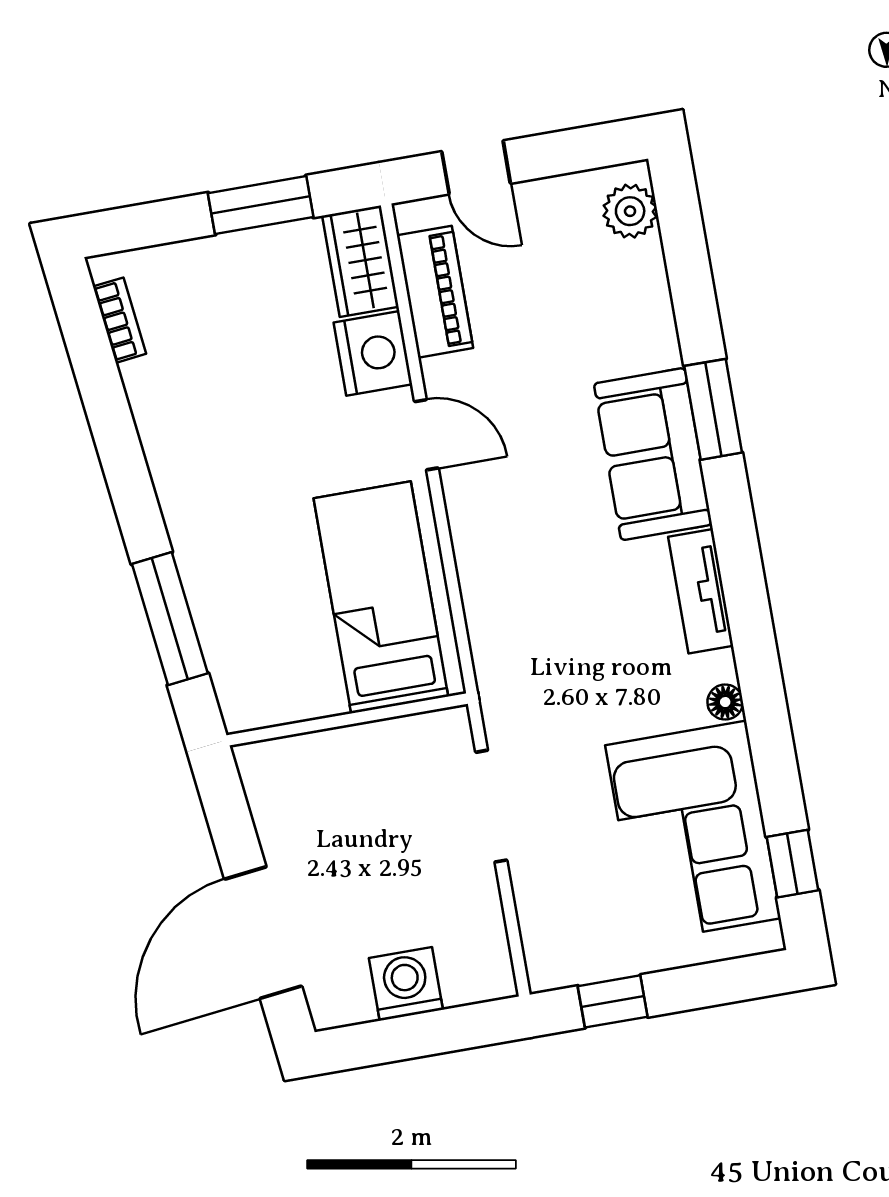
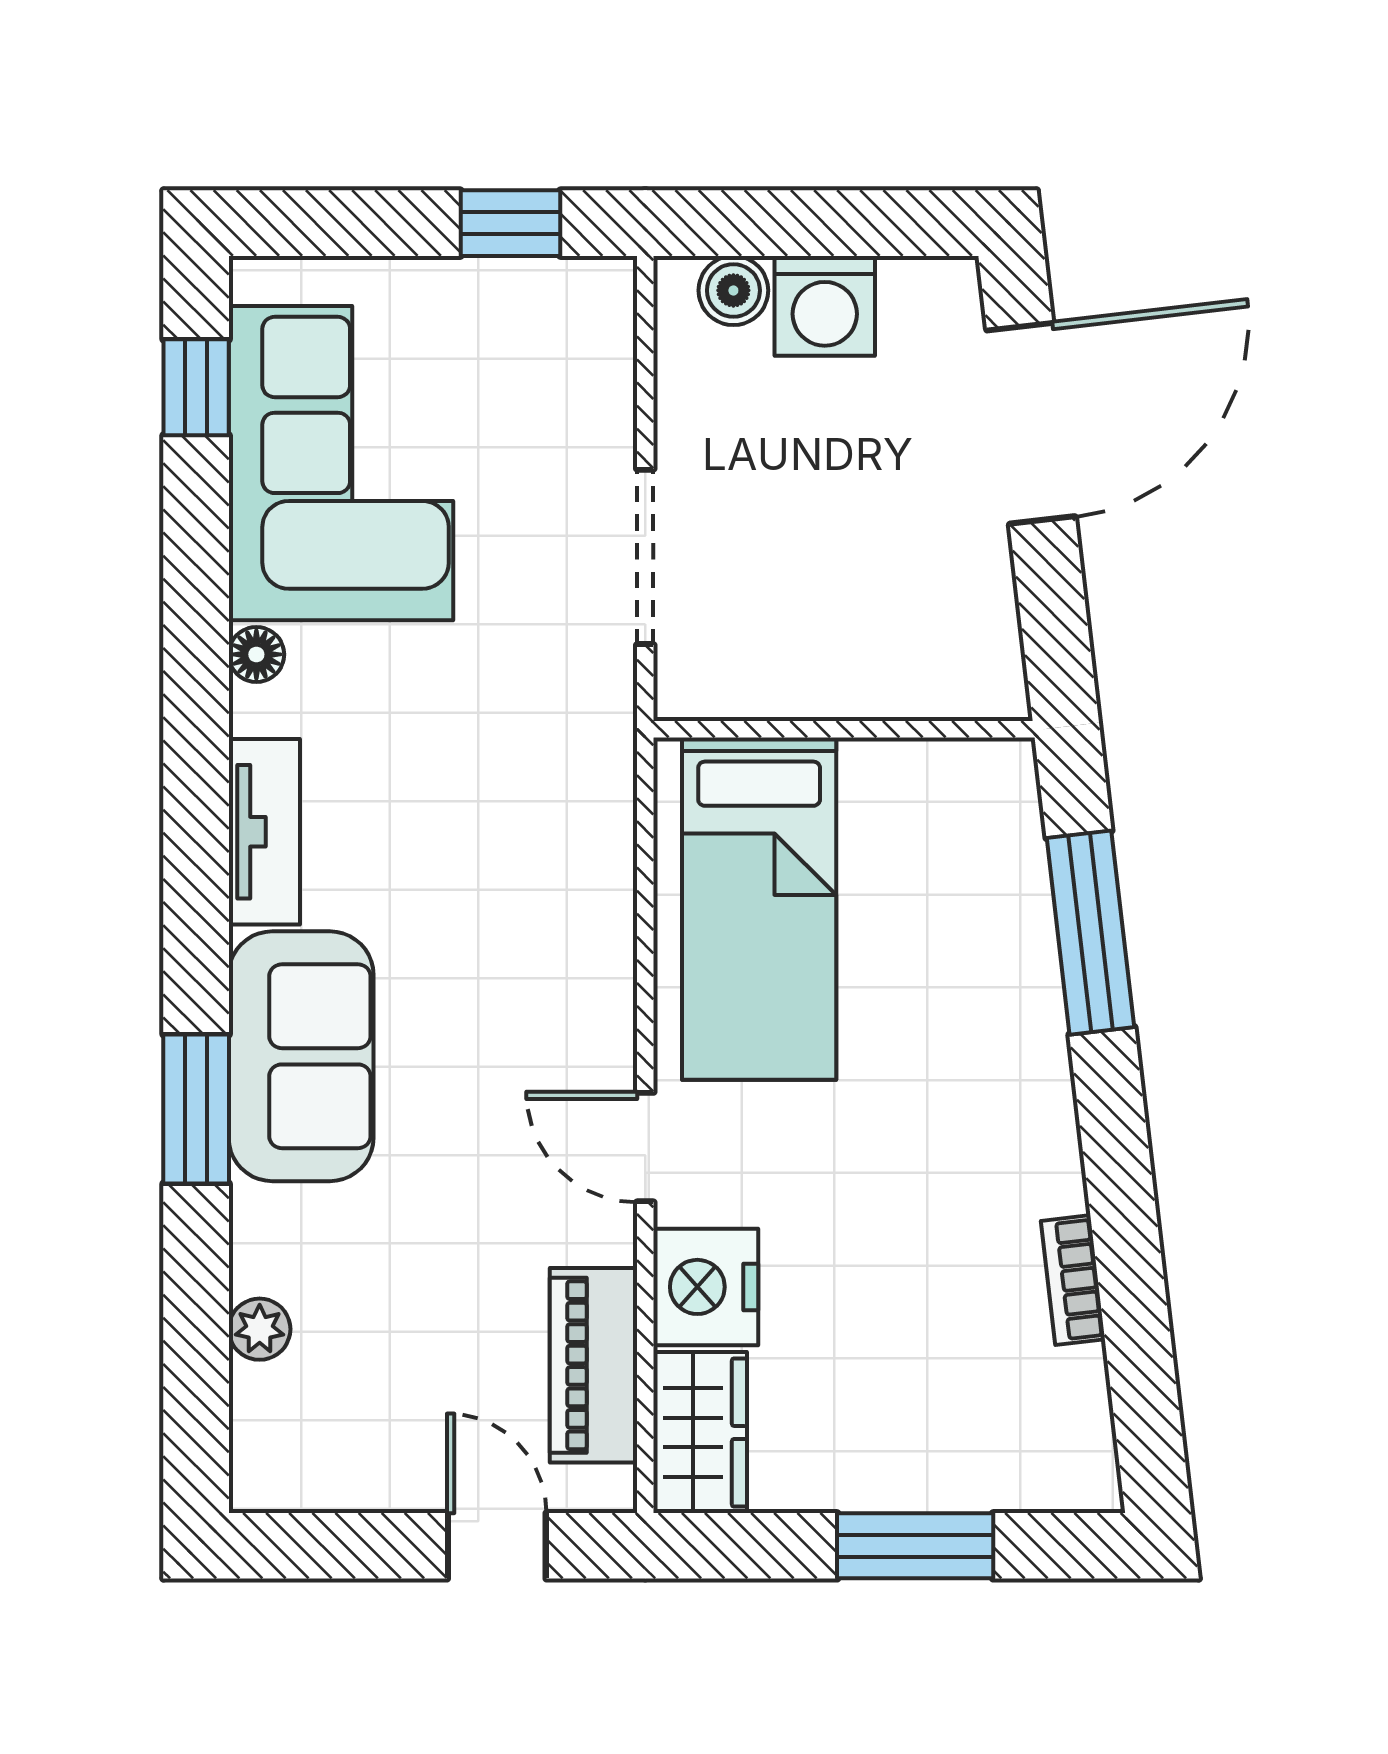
window: (261, 205) -> (915, 1546), moved
plant: (630, 211) -> (260, 1329), moved, width x0.73, depth x0.73
bookcase: (119, 320) -> (1073, 1280), moved
boiler: (465, 984) -> (733, 290), added

